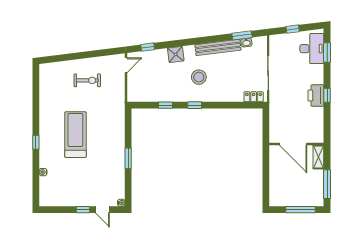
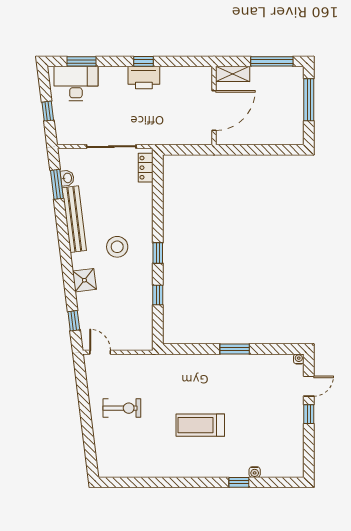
exercise bike: (87, 80) -> (122, 408), turned 90
treadmill: (75, 135) -> (200, 425), width x0.73, depth x0.73
window: (36, 142) -> (239, 482), moved

